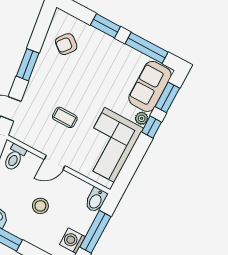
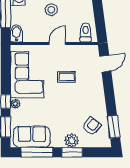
plant: (99, 40) -> (72, 140), added
window: (28, 65) -> (114, 127), moved
sofa: (150, 86) -> (32, 137), moved, turned -90

